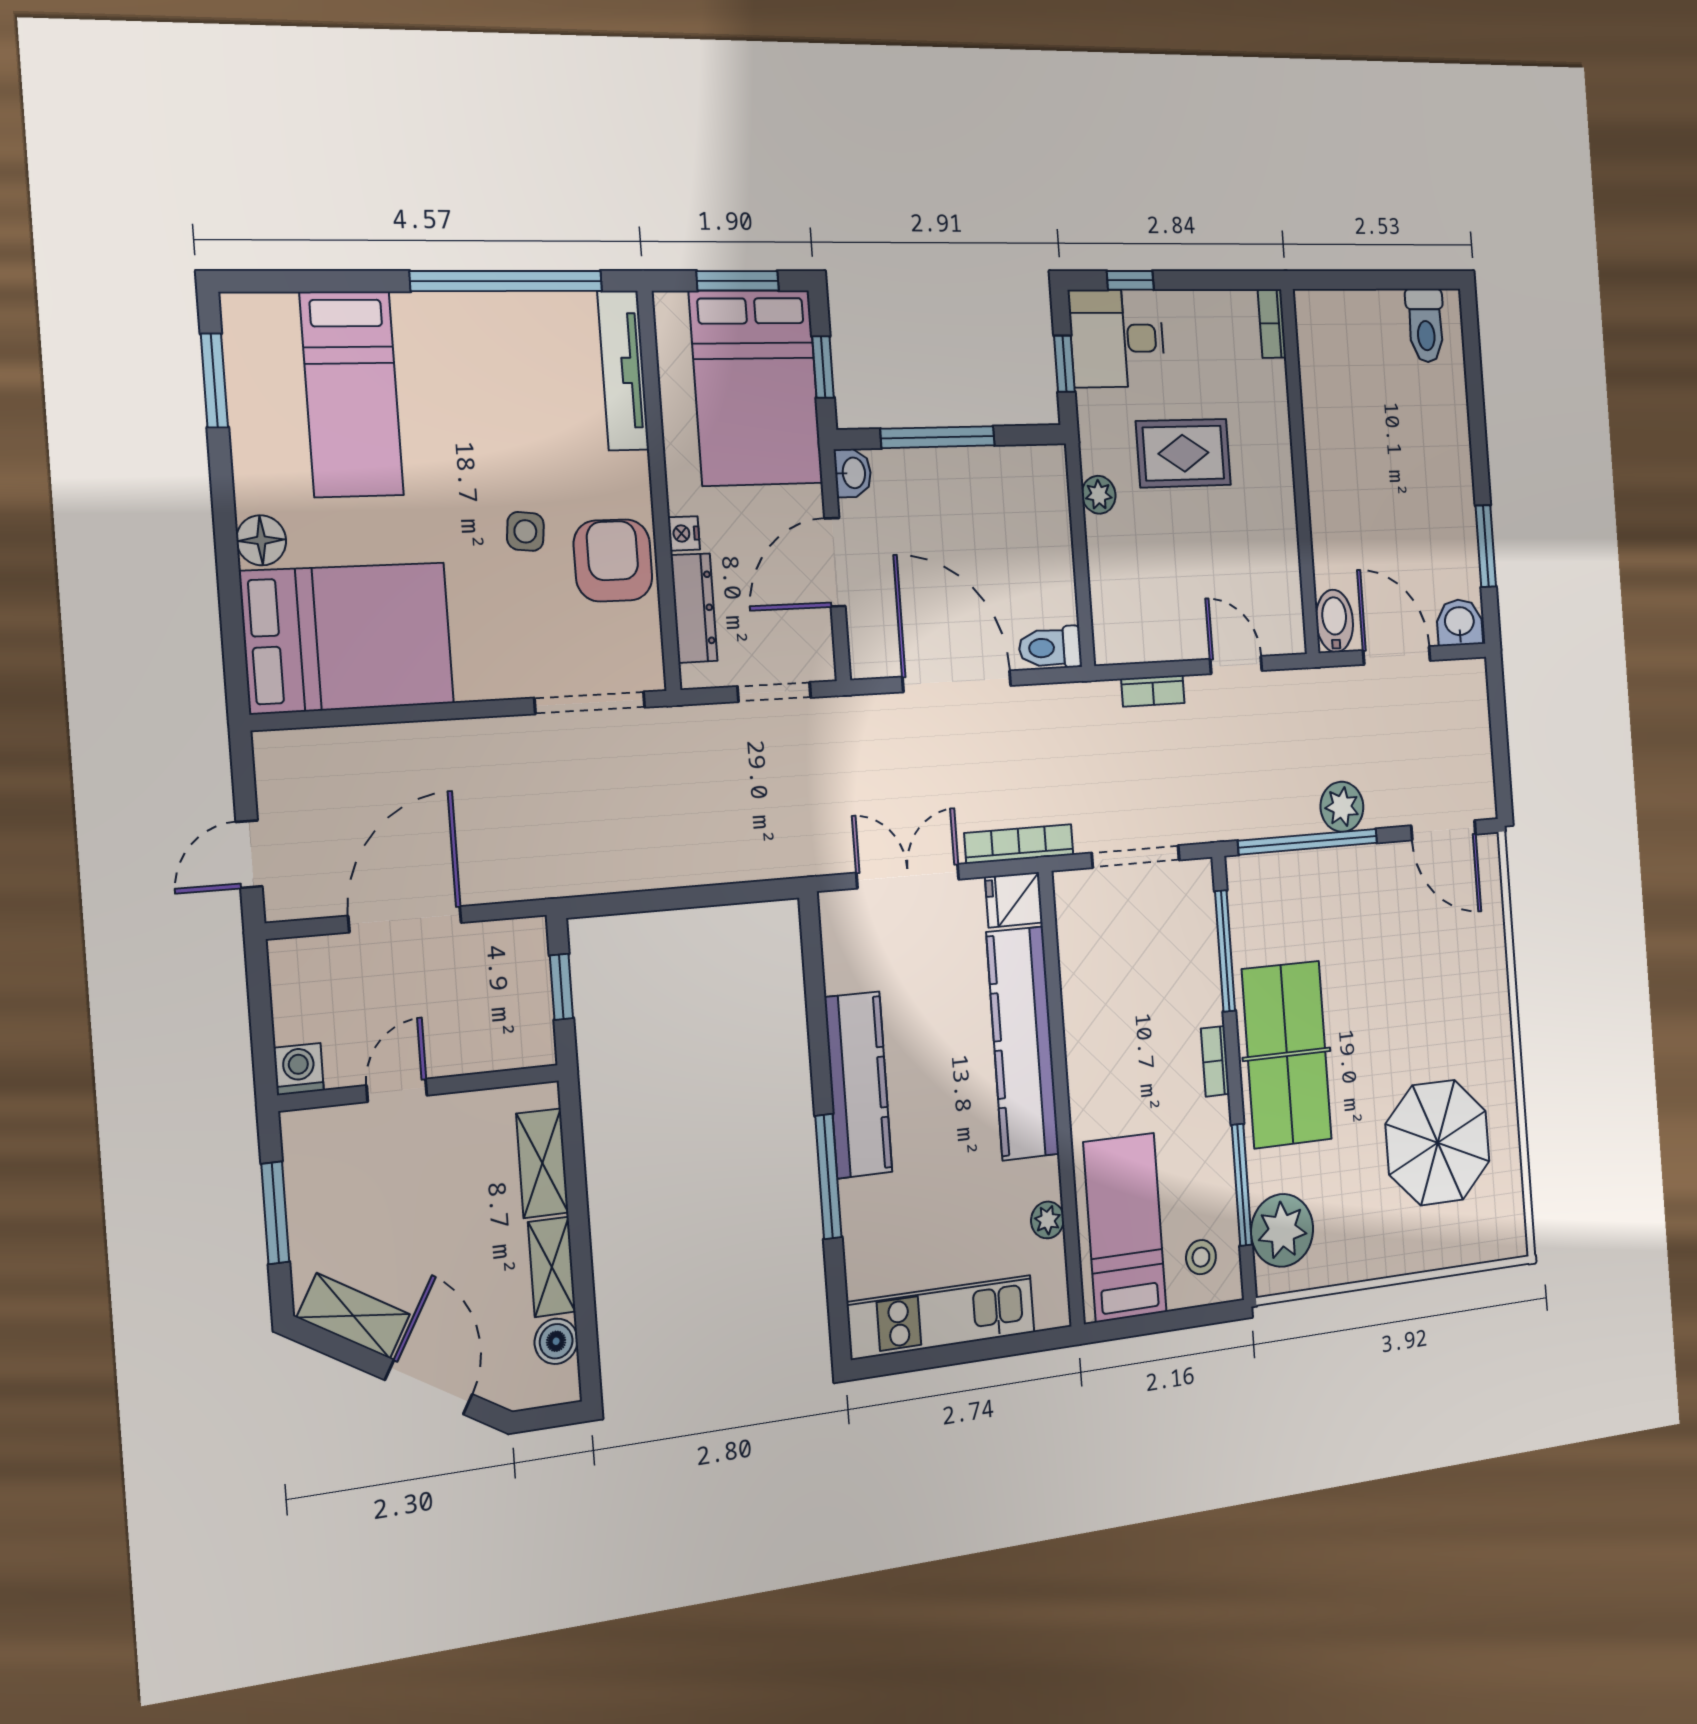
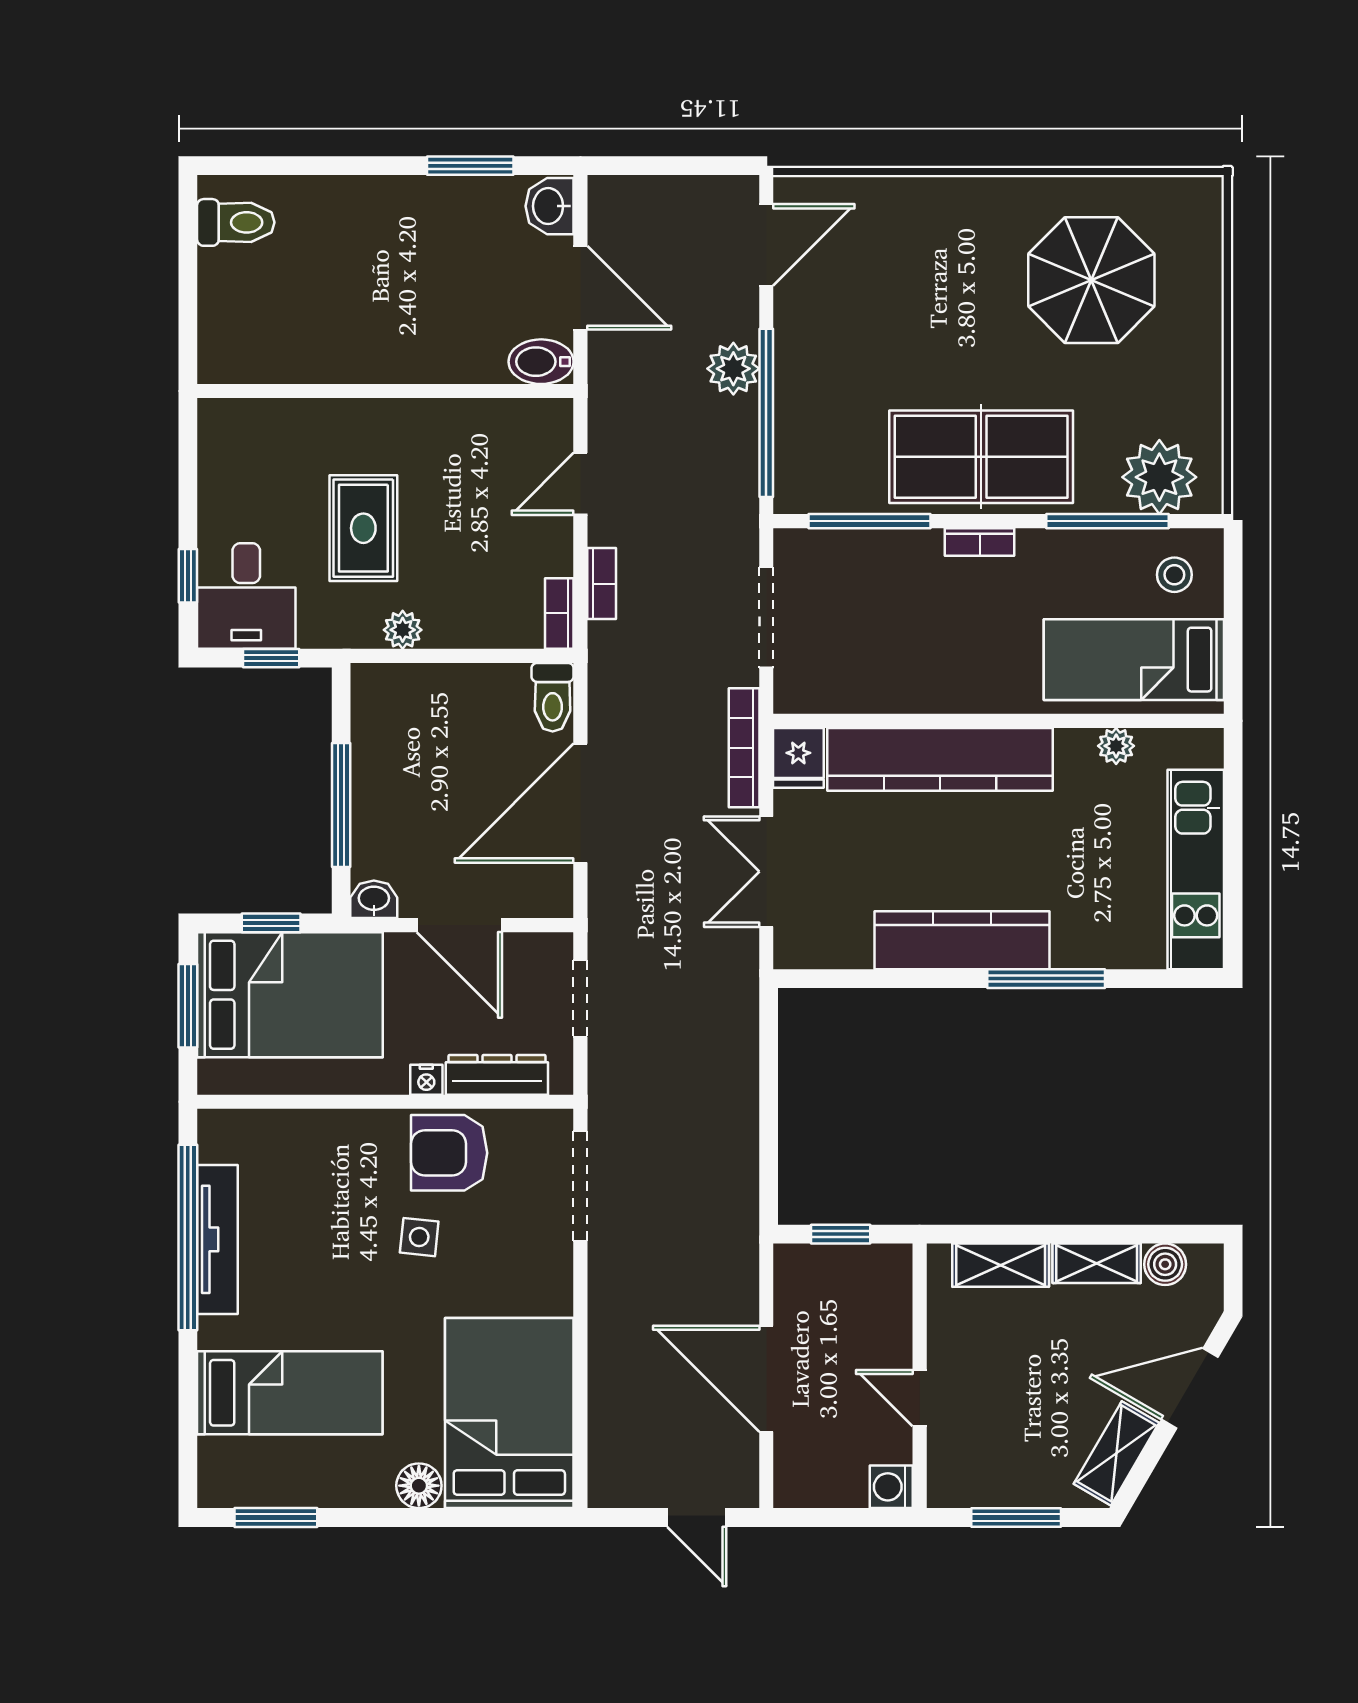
bookcase: (1272, 323) -> (559, 613), moved, turned 90
tv unit: (623, 370) -> (217, 1239), moved, turned -90
door: (1397, 655) -> (580, 288), swing flipped

